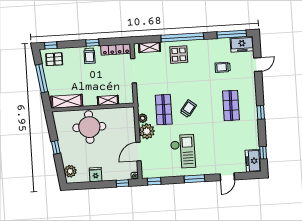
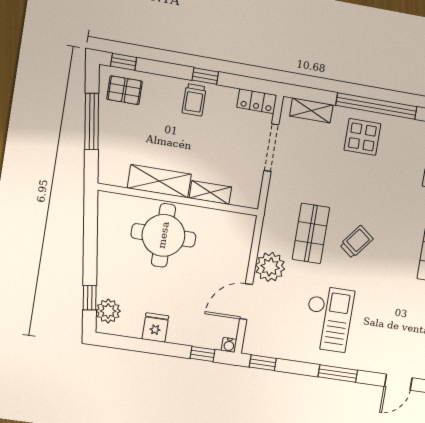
locker: (116, 49) -> (257, 101), width x0.66
shelving: (67, 101) -> (159, 181), moved
plant: (143, 118) -> (268, 241), removed
window: (56, 147) -> (90, 298), moved

